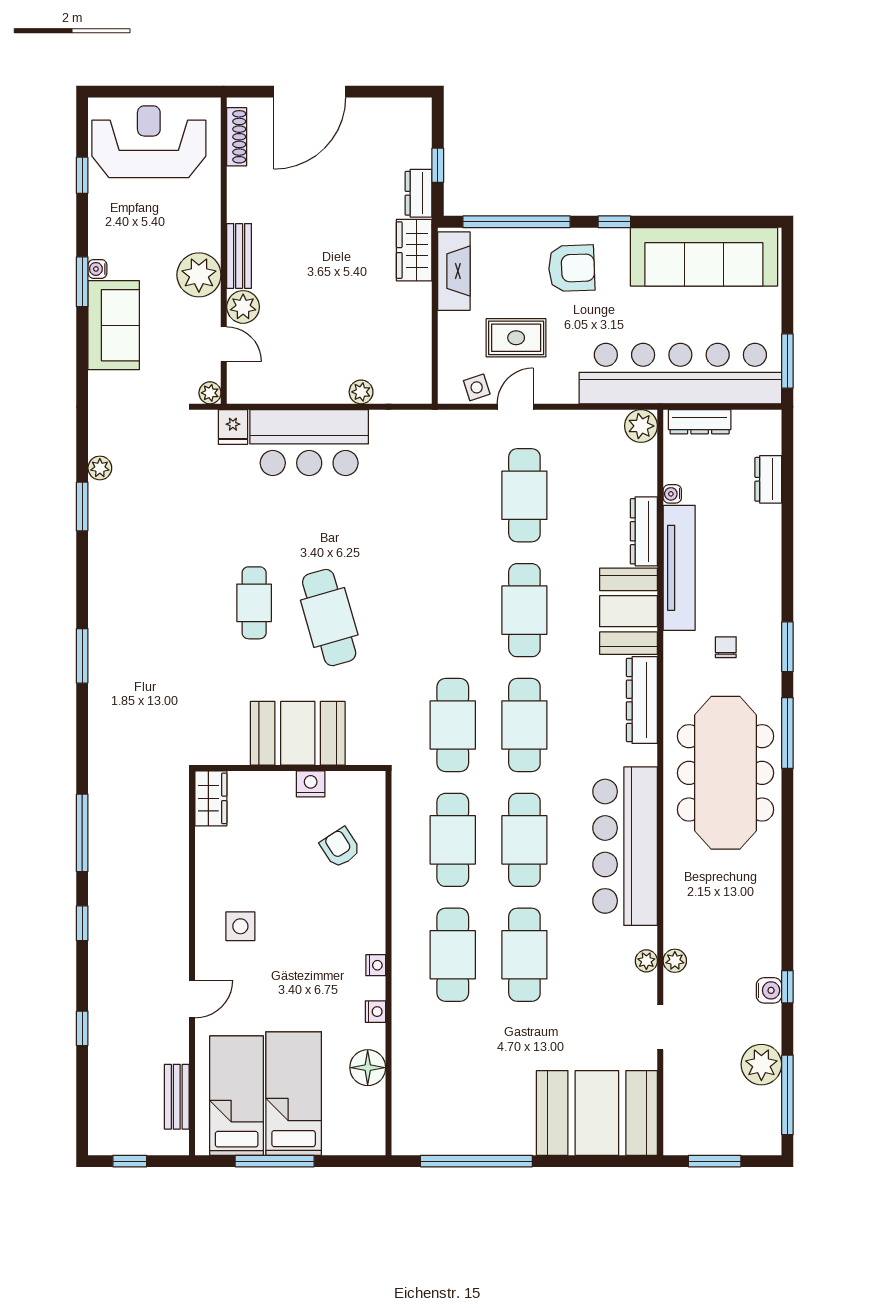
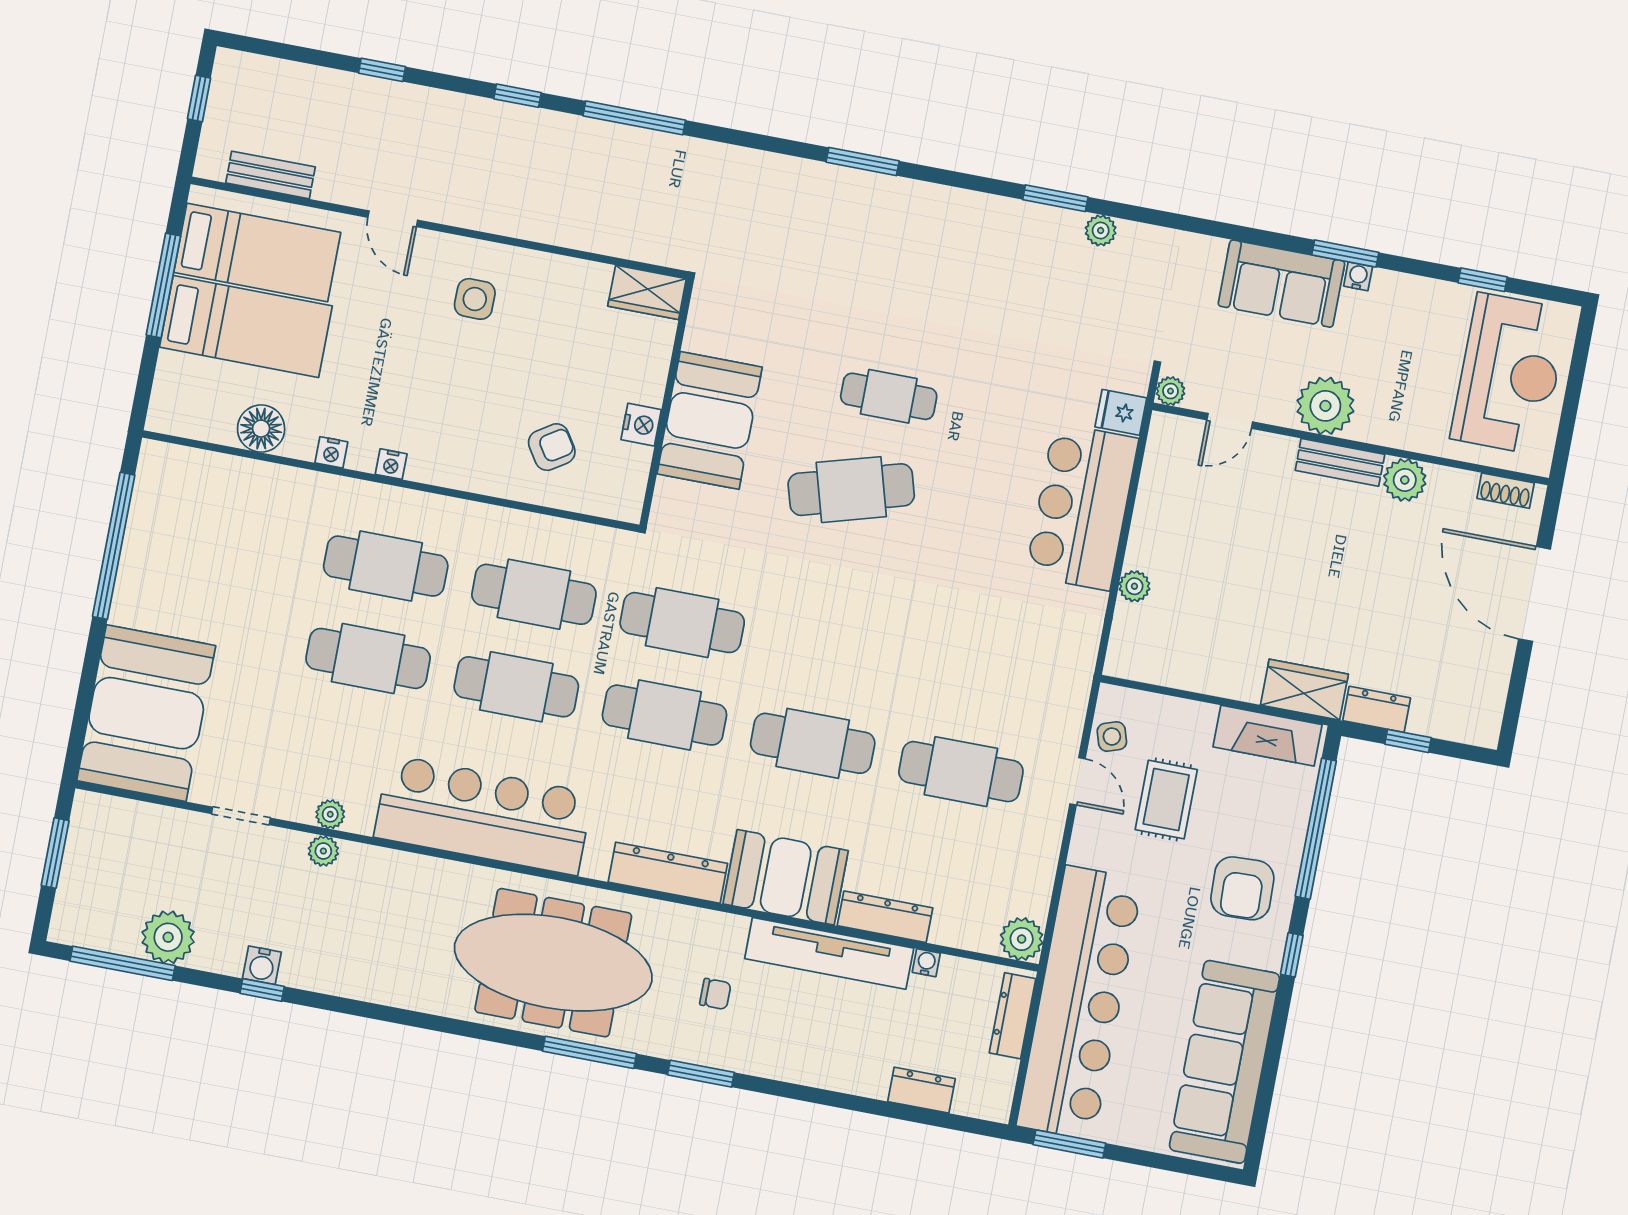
shoe rack: (237, 137) -> (1506, 491), width x0.70
plant: (243, 307) -> (1405, 480), moved

